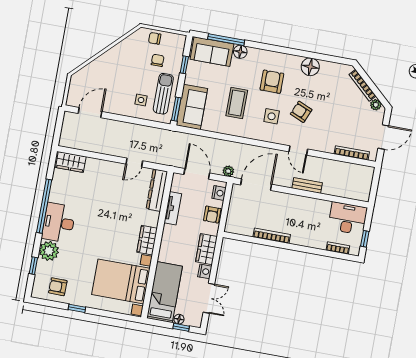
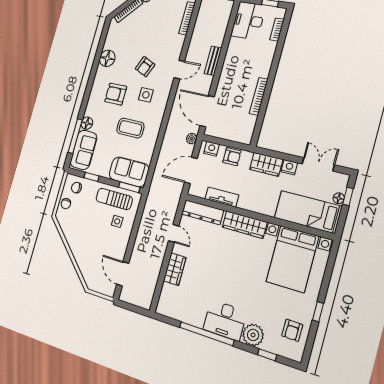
chair: (158, 60) -> (76, 188), moved
wardrobe: (71, 162) -> (175, 269), moved
wardrobe: (147, 240) -> (245, 225), width x1.50

